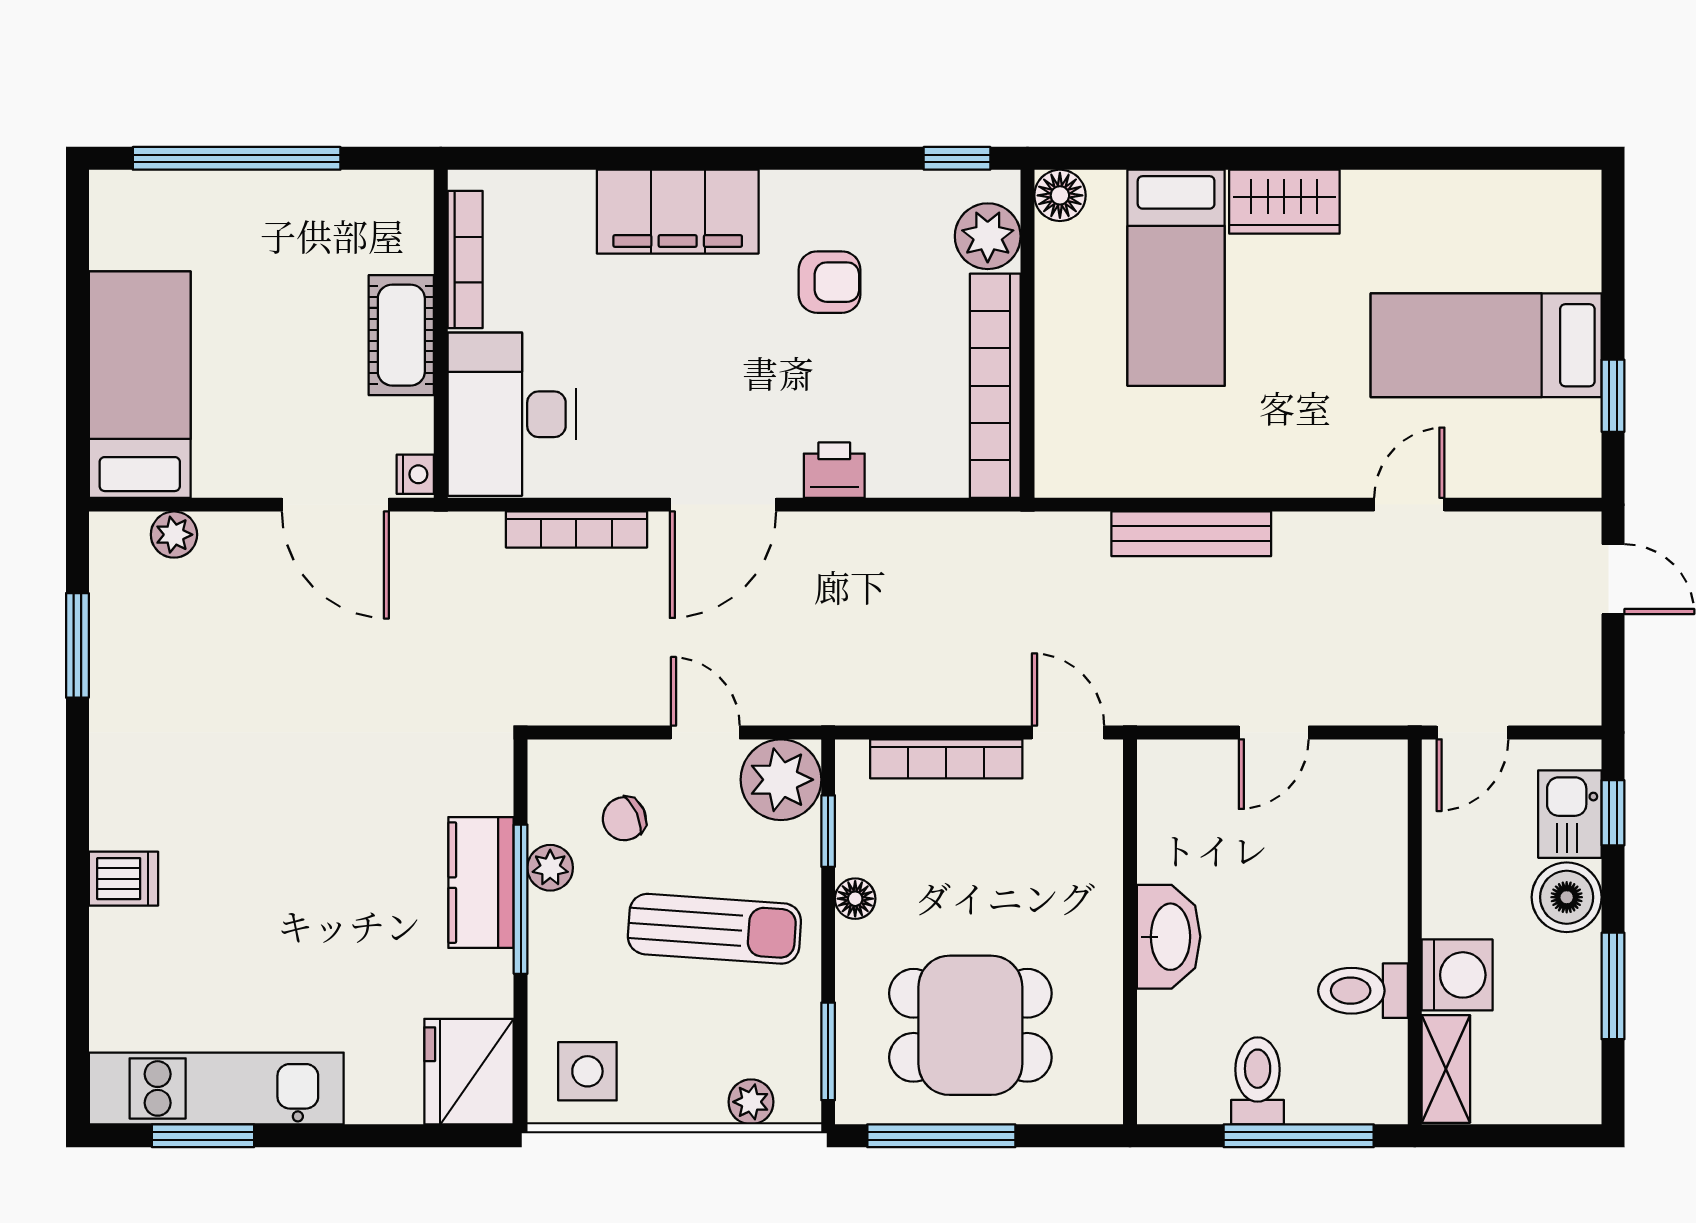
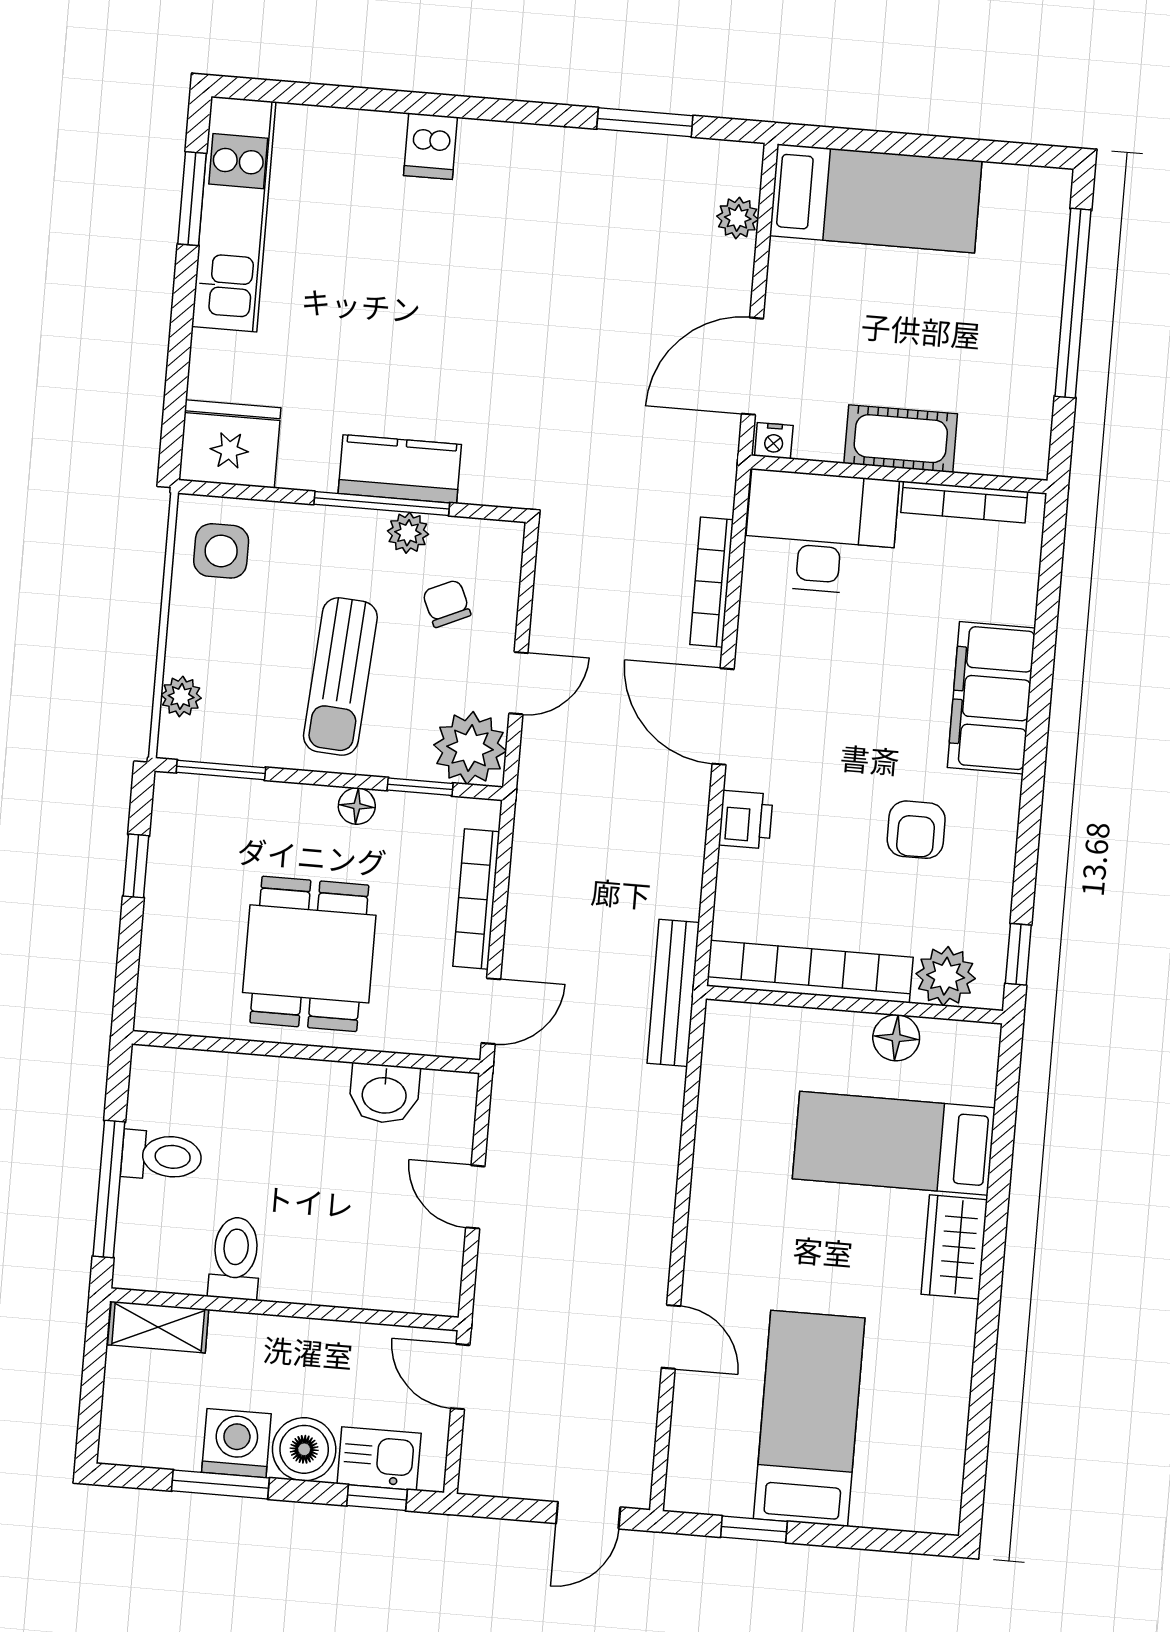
floor lamp: (1060, 195) -> (896, 1038), moved
bench: (1191, 534) -> (673, 993), moved
washbasin: (1169, 937) -> (384, 1094), moved, width x0.72
washing machine: (1457, 975) -> (236, 1443), moved, turned 180
dining table: (970, 1025) -> (309, 954), moved
window: (941, 1136) -> (136, 866), width x0.46

